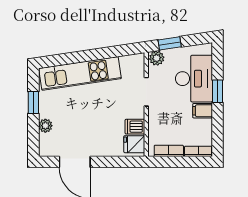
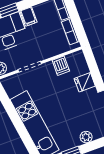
fridge: (134, 144) -> (85, 82), moved, turned 90

